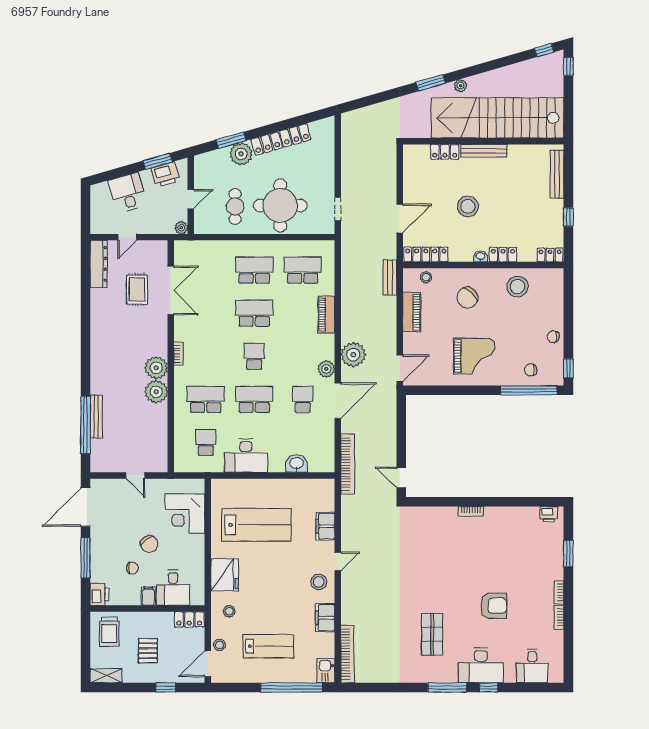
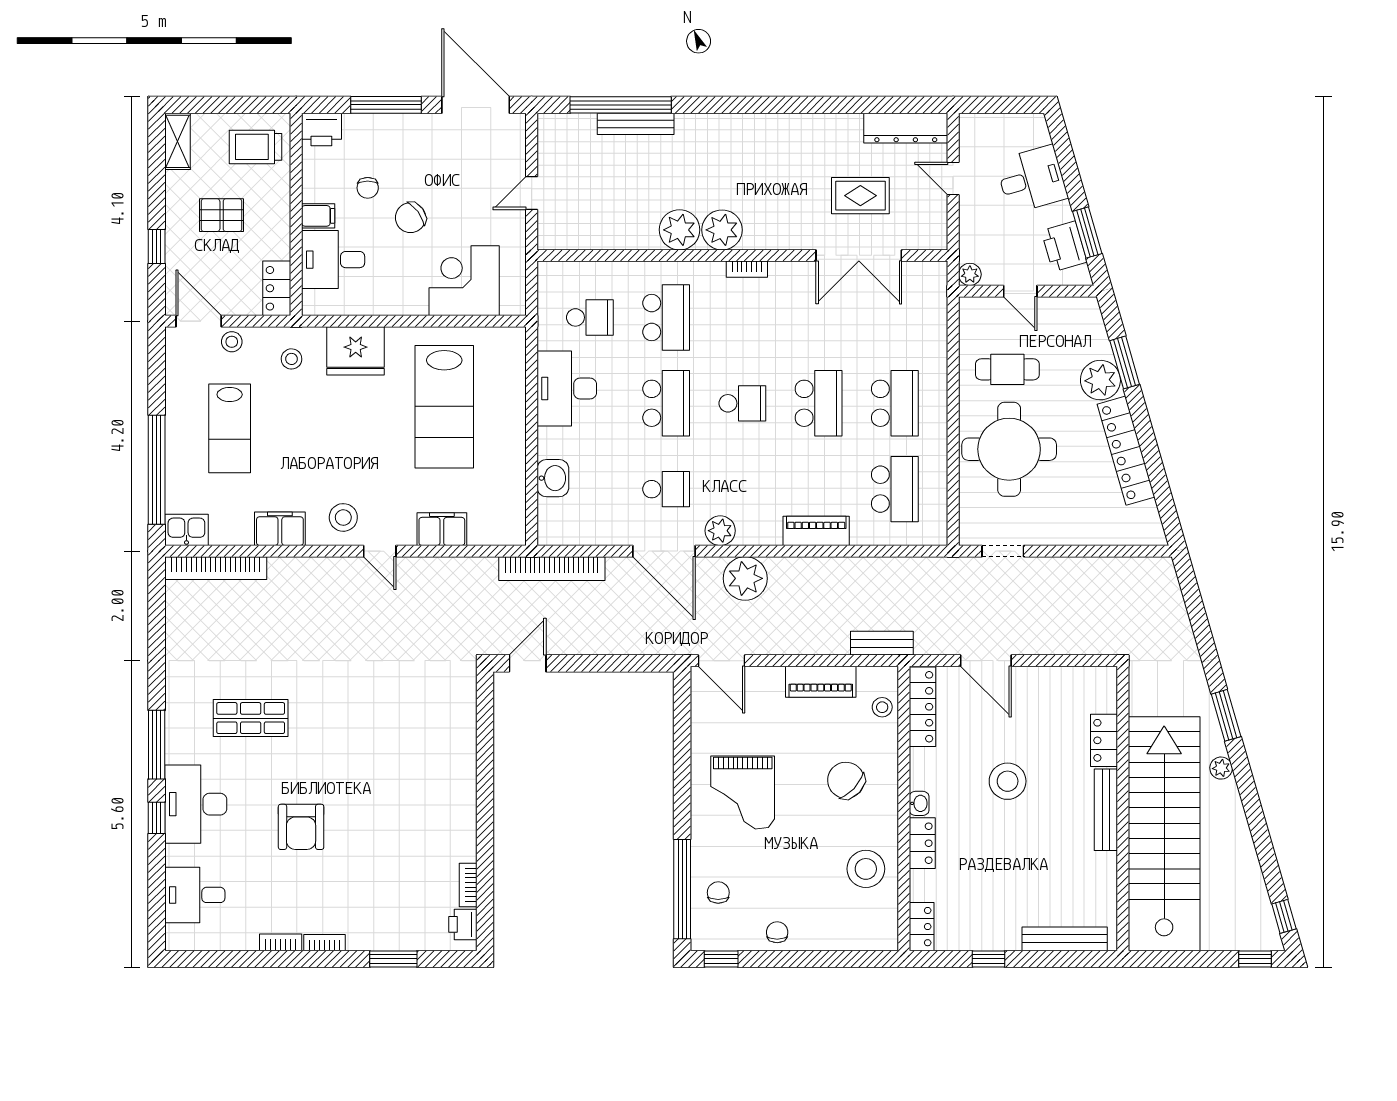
bookcase: (471, 511) -> (468, 885), moved

